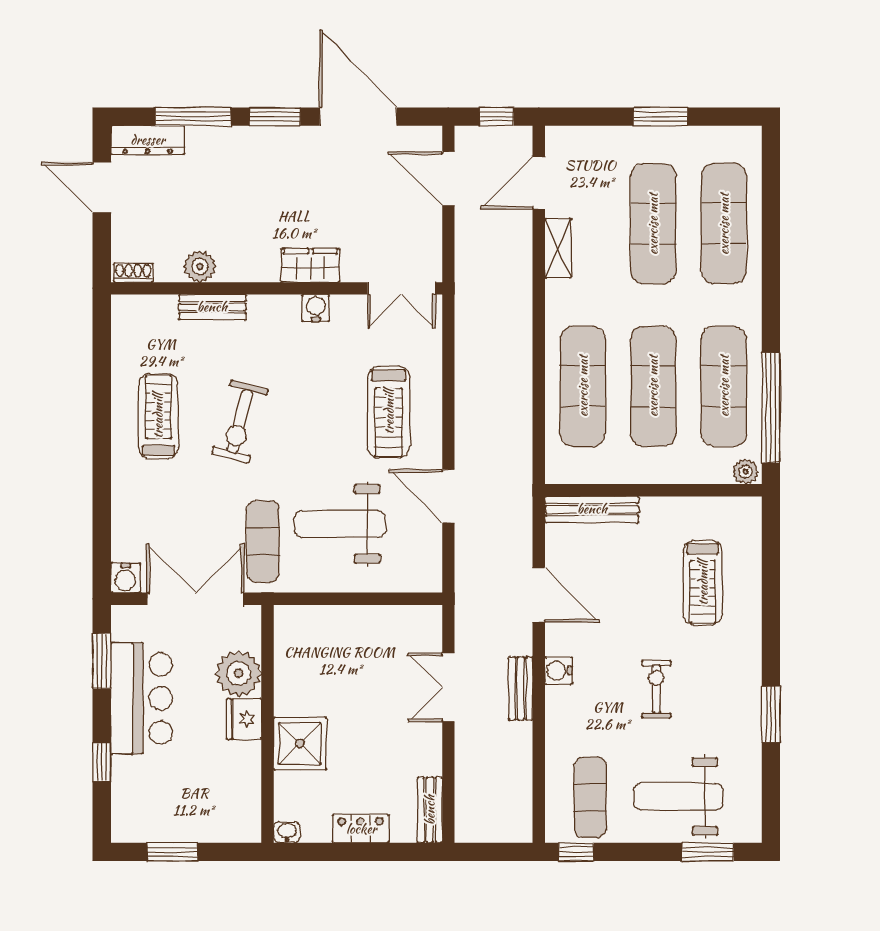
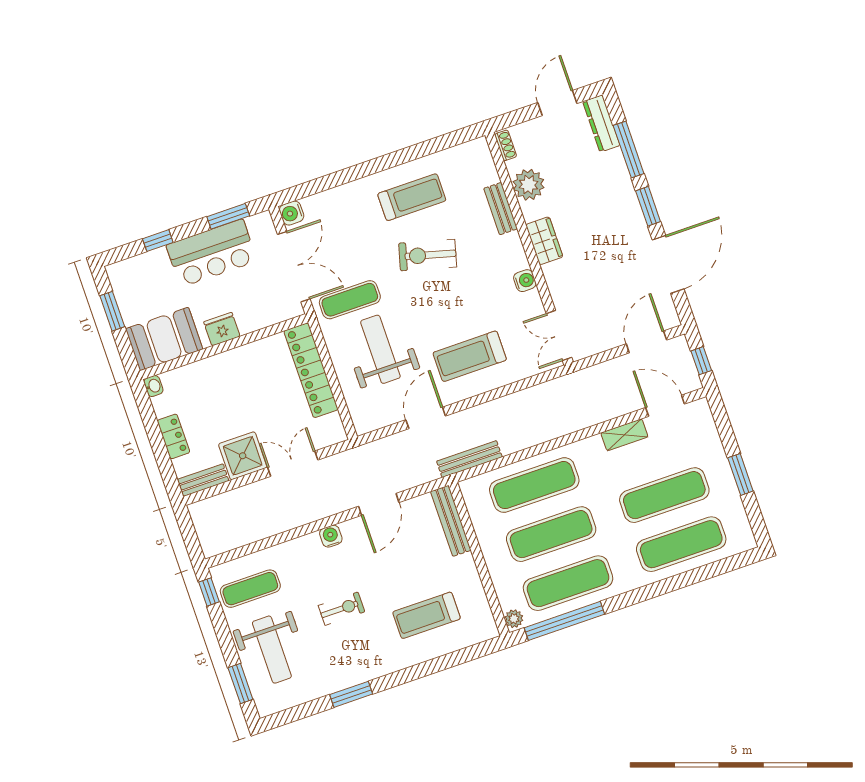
wardrobe: (310, 265) -> (544, 241), moved
plant: (200, 266) -> (529, 185), width x1.36, depth x1.36
locker: (336, 623) -> (311, 370), added
plant: (239, 673) -> (252, 314), removed
bench: (521, 689) -> (469, 459), moved, width x1.36
shower: (300, 744) -> (243, 456), moved
weight bench: (678, 797) -> (272, 650), turned 180
booth: (231, 798) -> (164, 339), added

